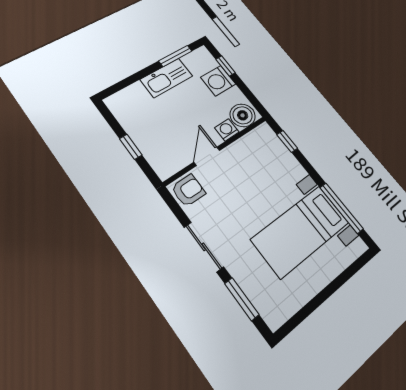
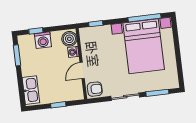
kitchen sink: (166, 78) -> (31, 90), moved
door: (207, 156) -> (82, 70), hinge flipped
armchair: (188, 190) -> (95, 89), turned 90
bed with nightstands: (301, 231) -> (144, 46), width x1.36

